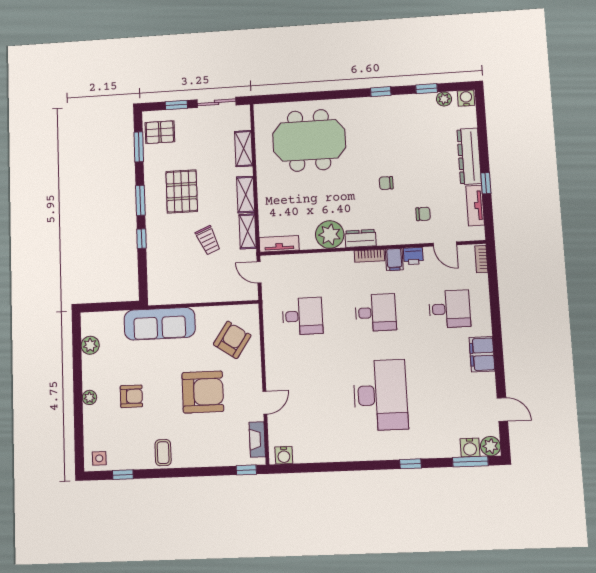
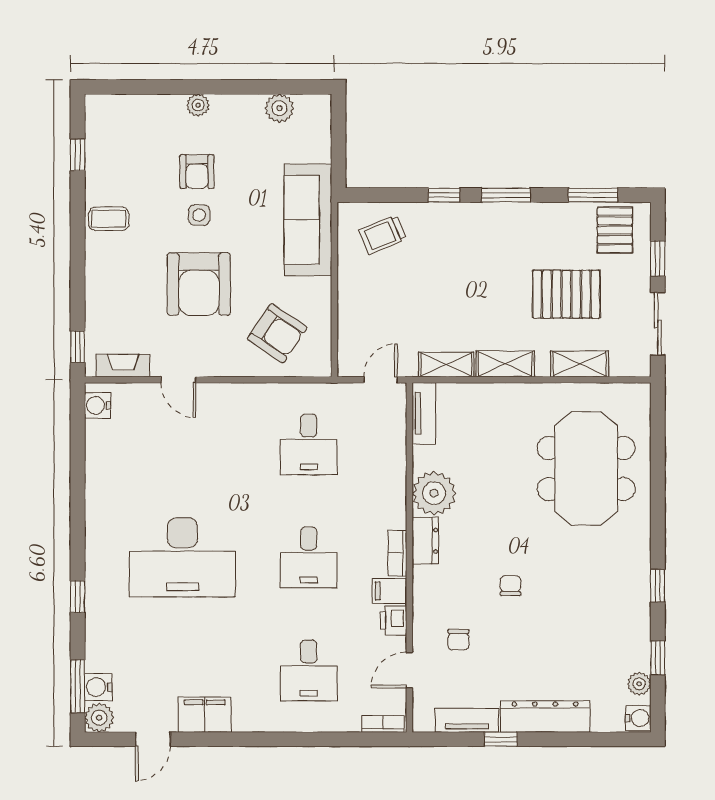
pallet: (182, 191) -> (566, 294), moved
trolley: (208, 240) -> (383, 235), moved
filing cabinet: (482, 354) -> (205, 715), moved
side table: (99, 458) -> (199, 215), moved

